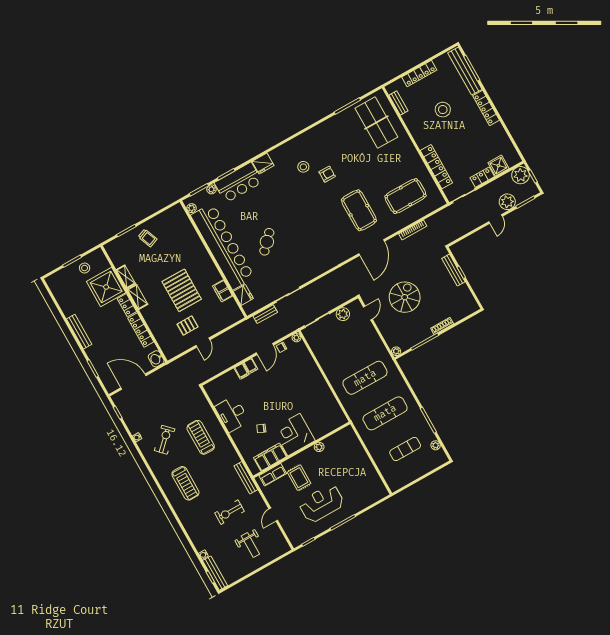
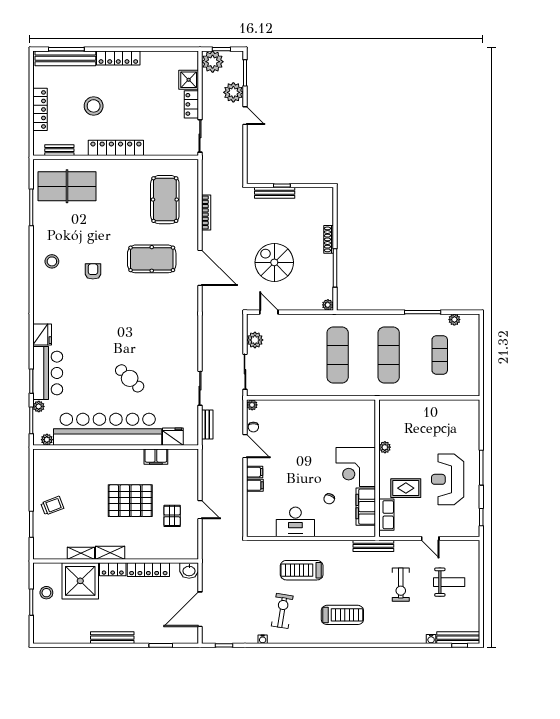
stool: (303, 167) -> (52, 261), moved
locker: (436, 167) -> (116, 148), moved
exercise bike: (165, 440) -> (282, 611), turned 53

